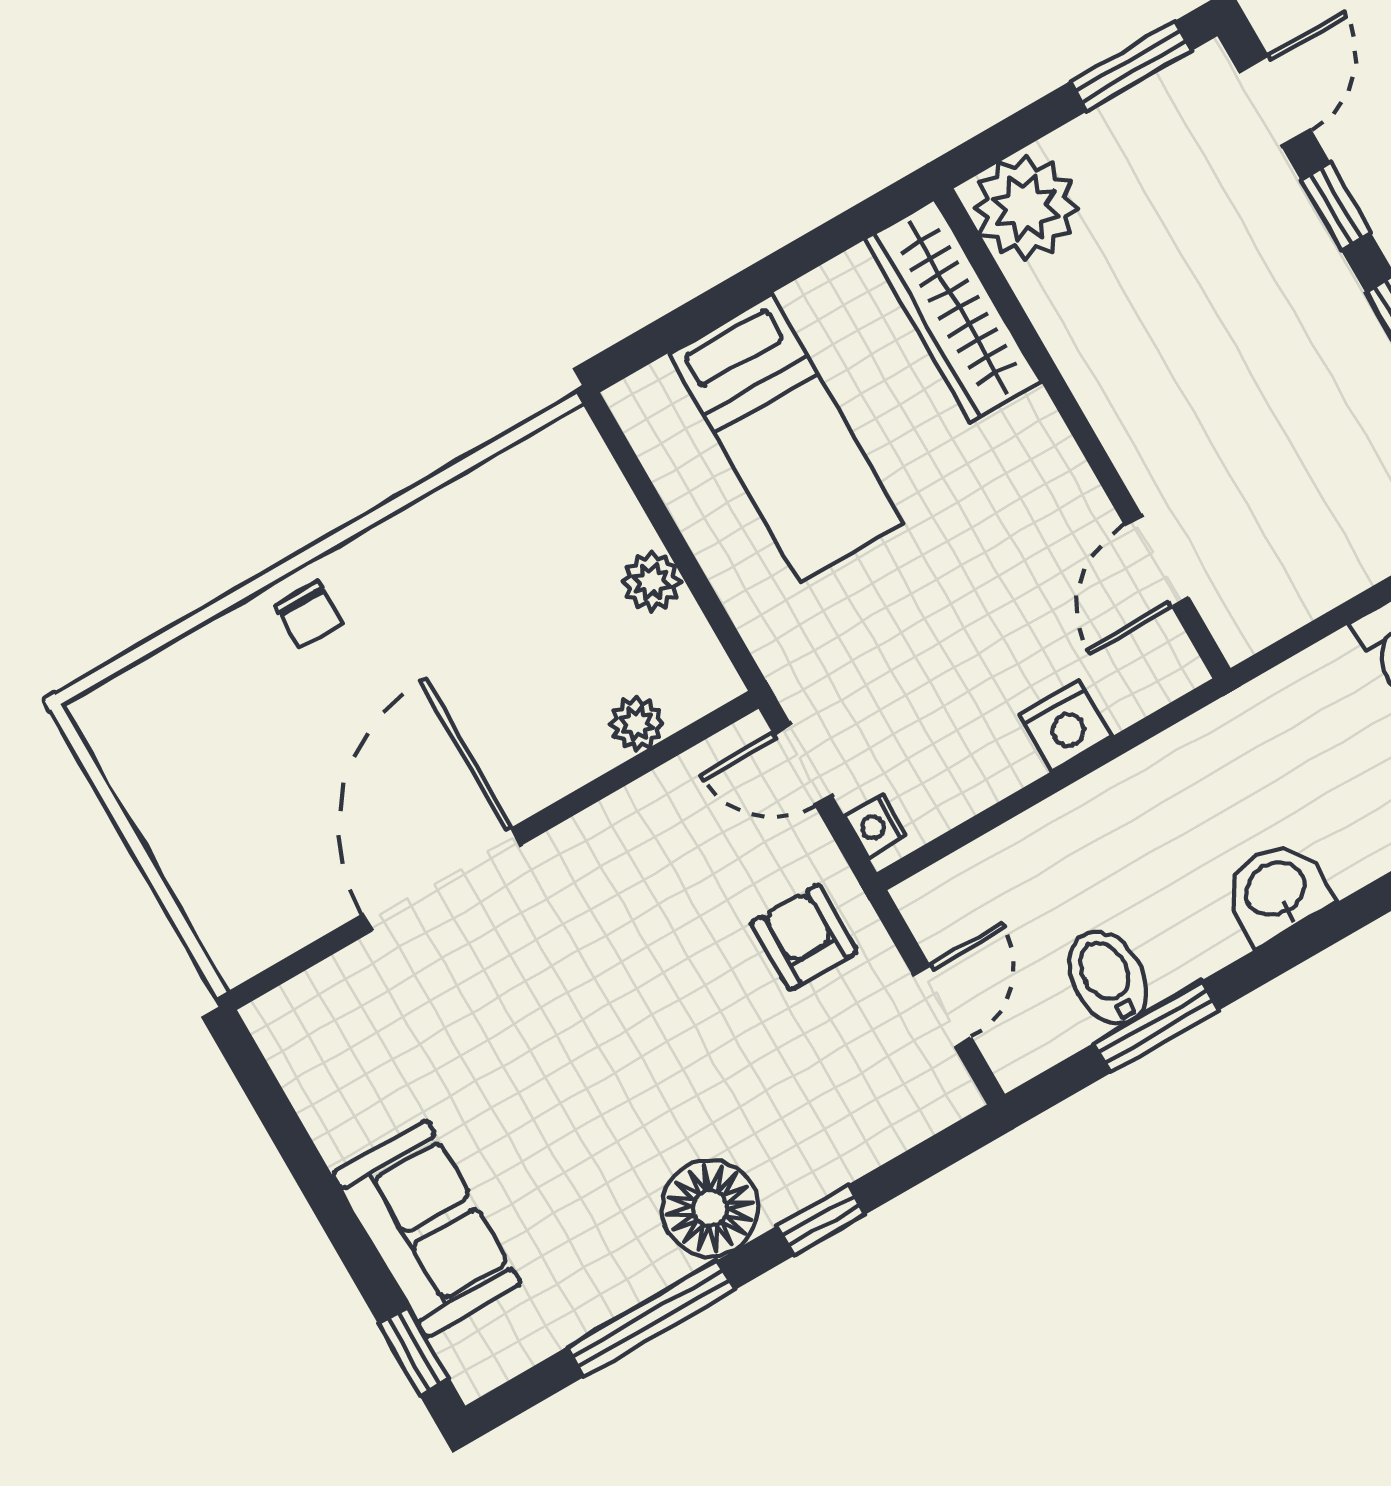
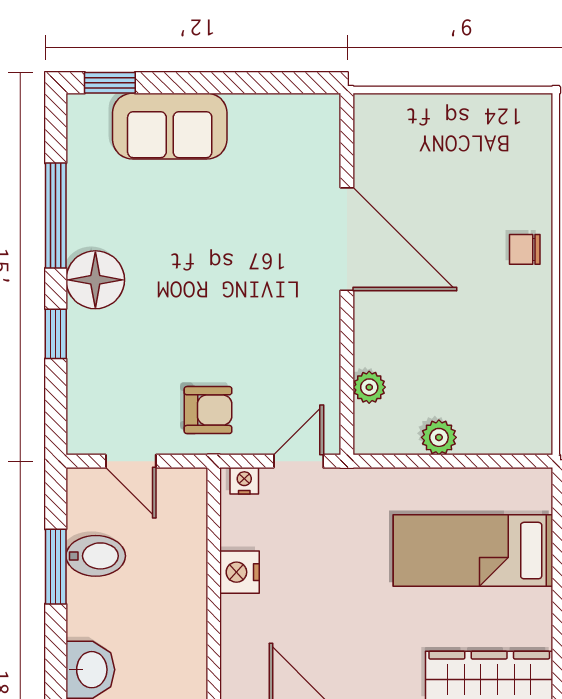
nightstand: (1066, 726) -> (240, 572), moved

